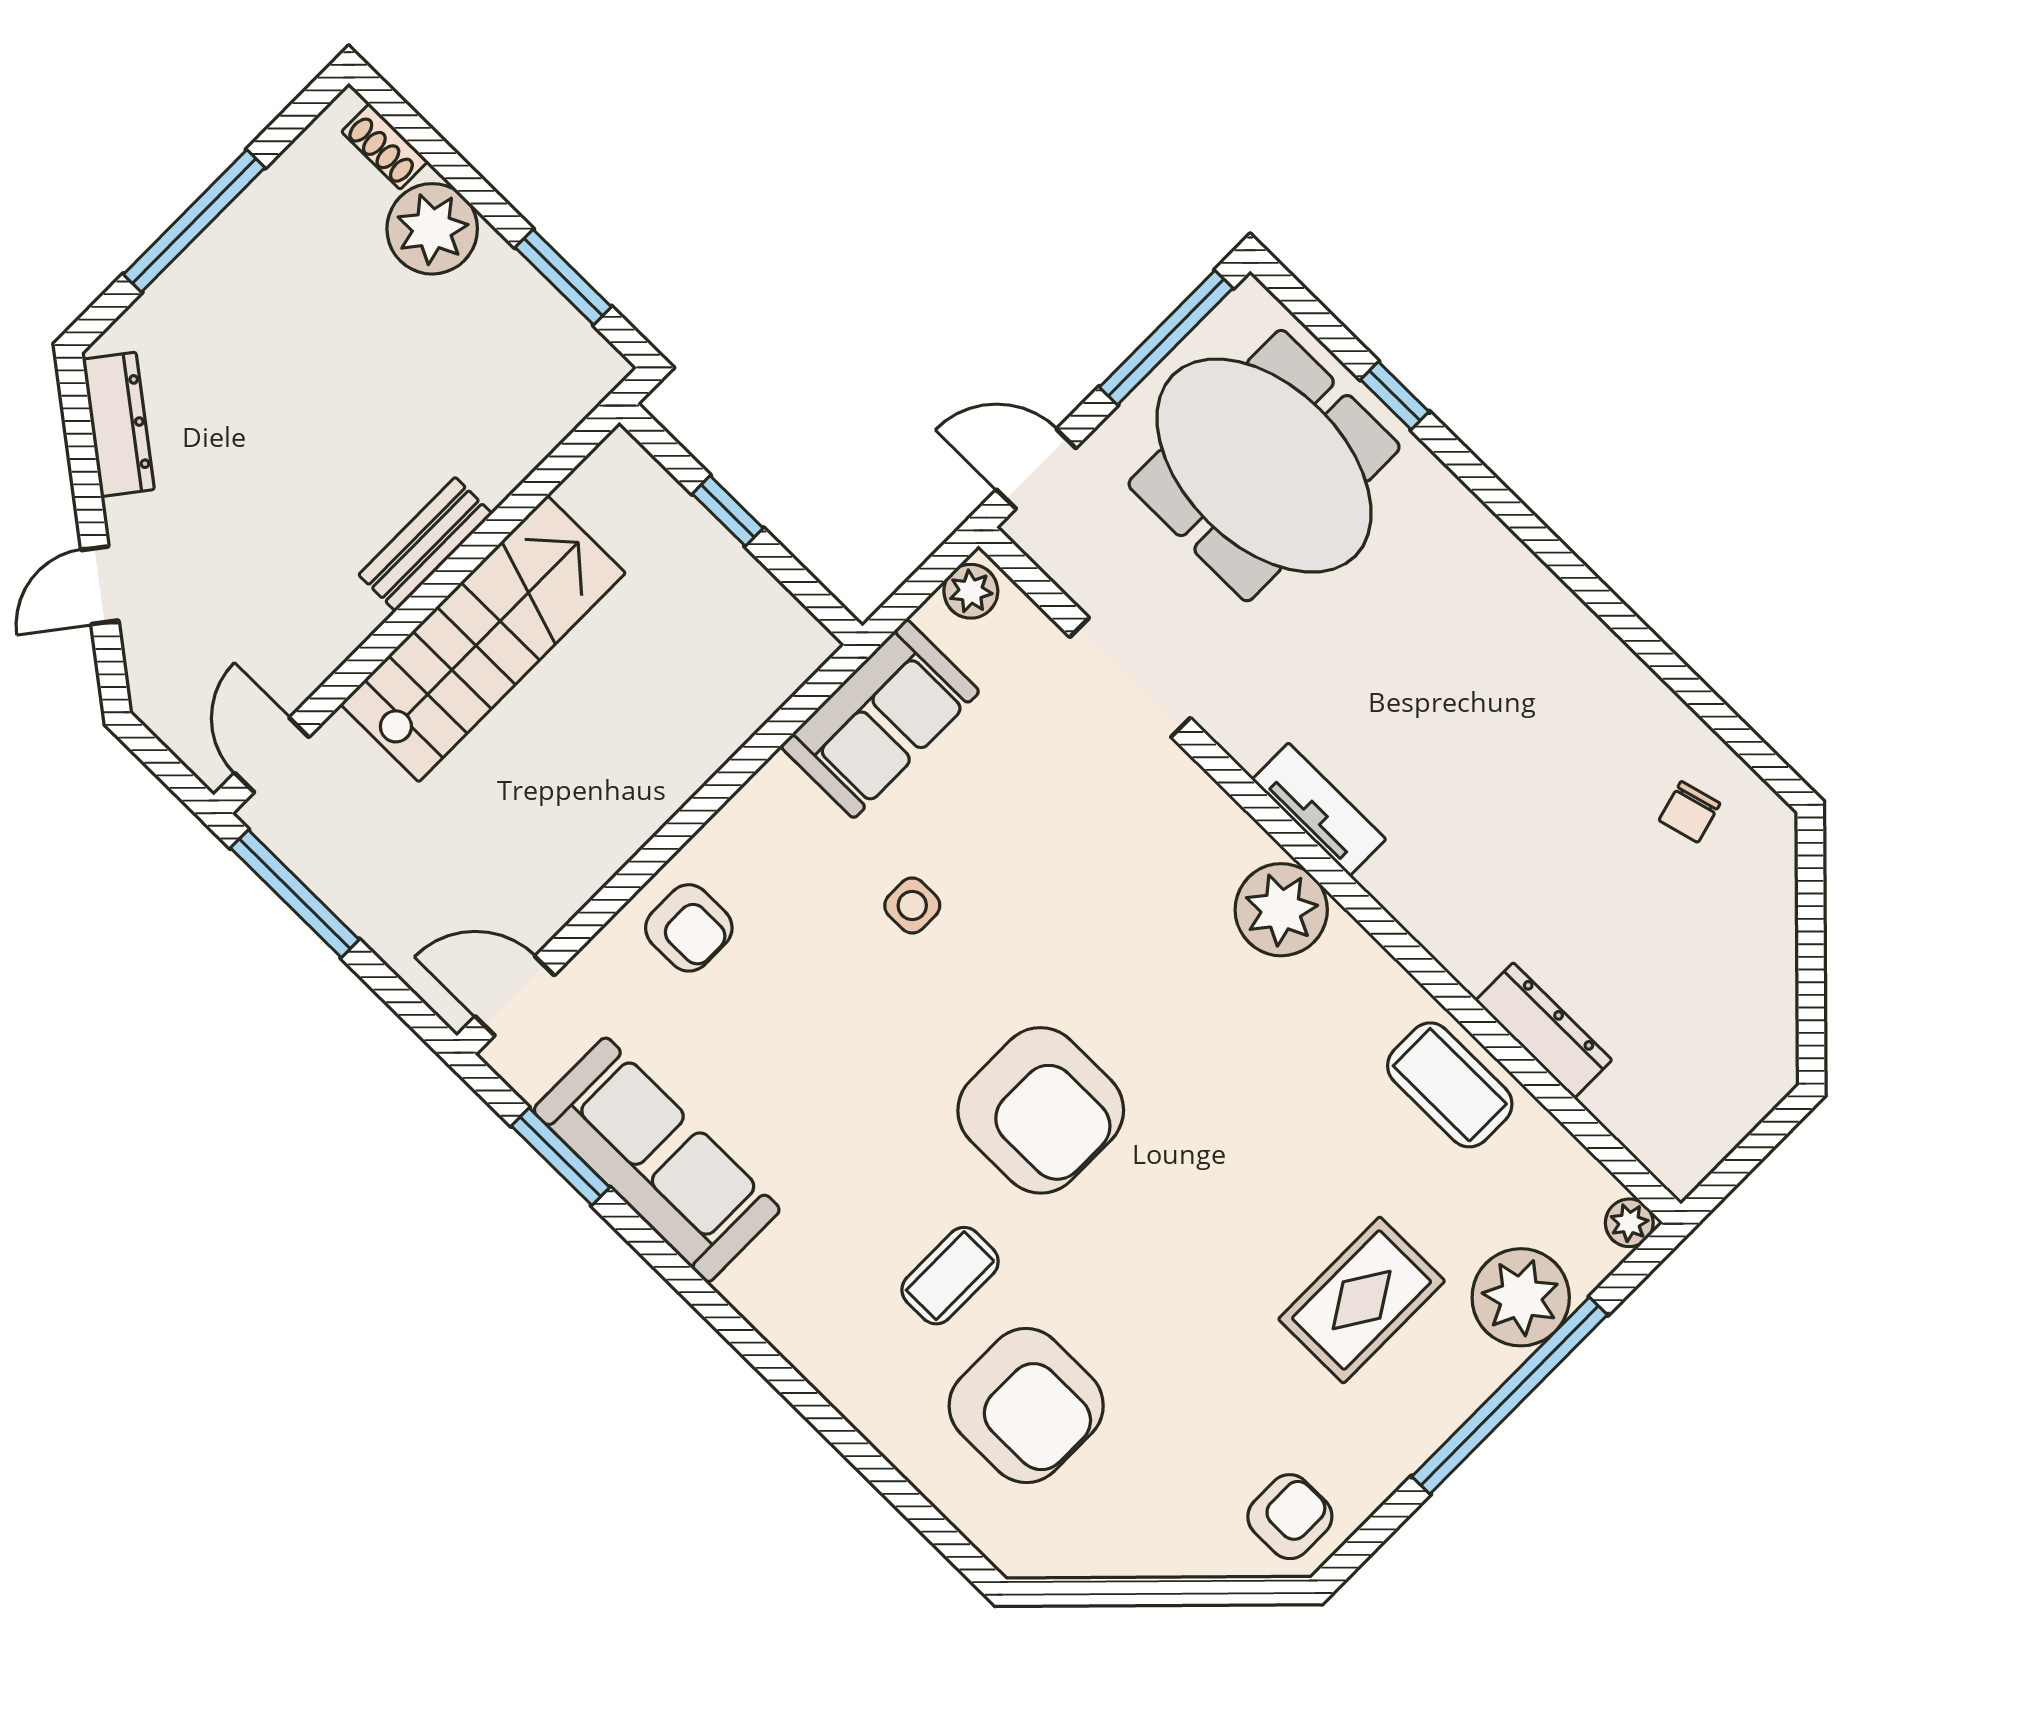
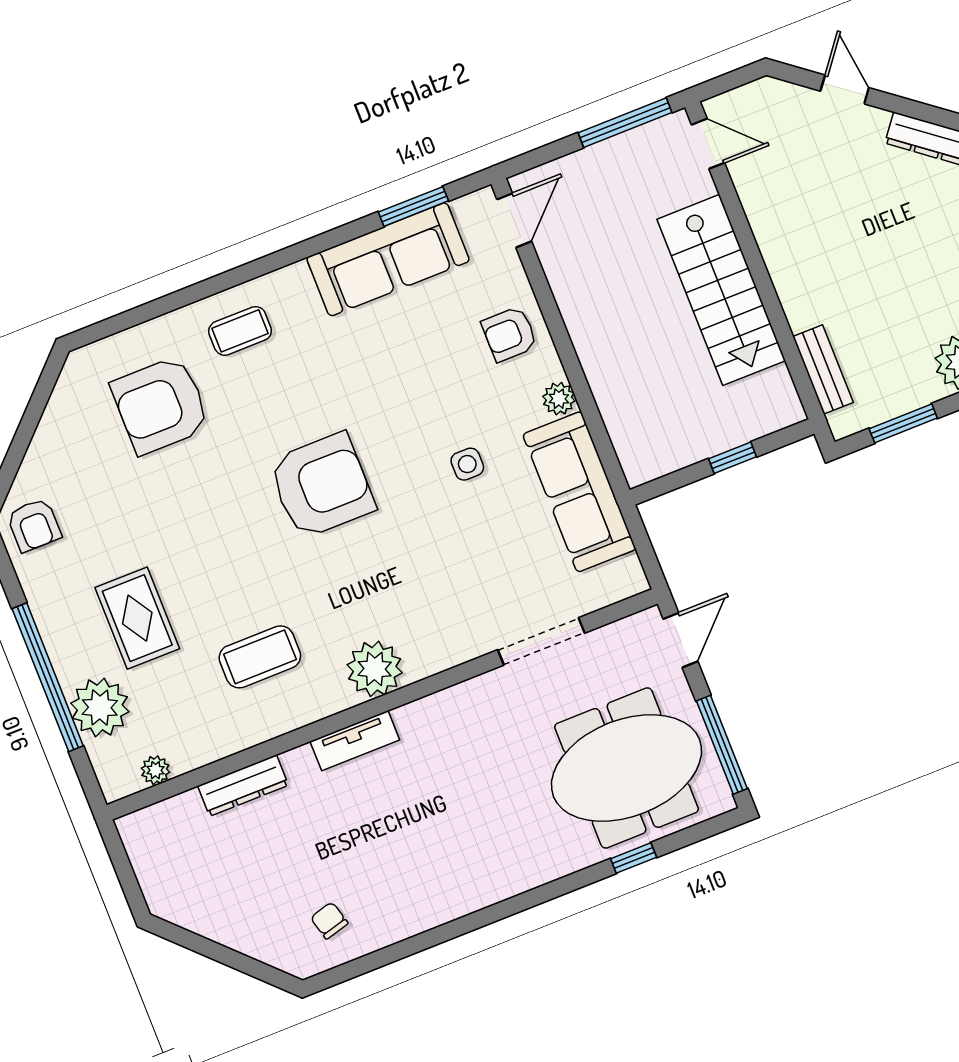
bench: (425, 544) -> (823, 369), moved
plant: (971, 591) -> (559, 399), moved
sofa: (880, 719) -> (579, 492), width x1.36
tv unit: (1319, 810) -> (355, 741), moved
coffee table: (1450, 1085) -> (260, 657), moved
armchair: (1041, 1110) -> (322, 486), turned 180
plant: (1629, 1223) -> (155, 770), moved
coffee table: (950, 1276) -> (240, 331), moved, turned 90

